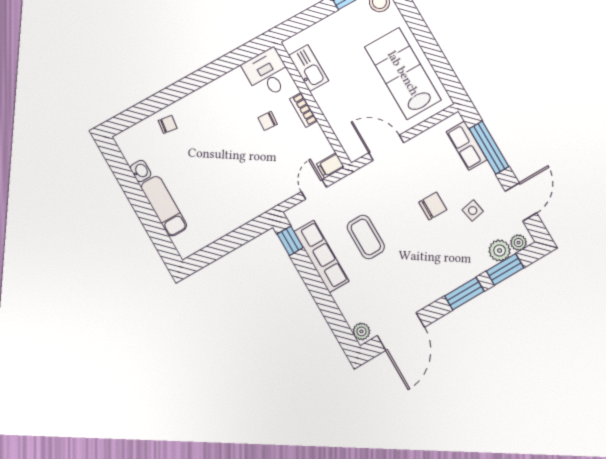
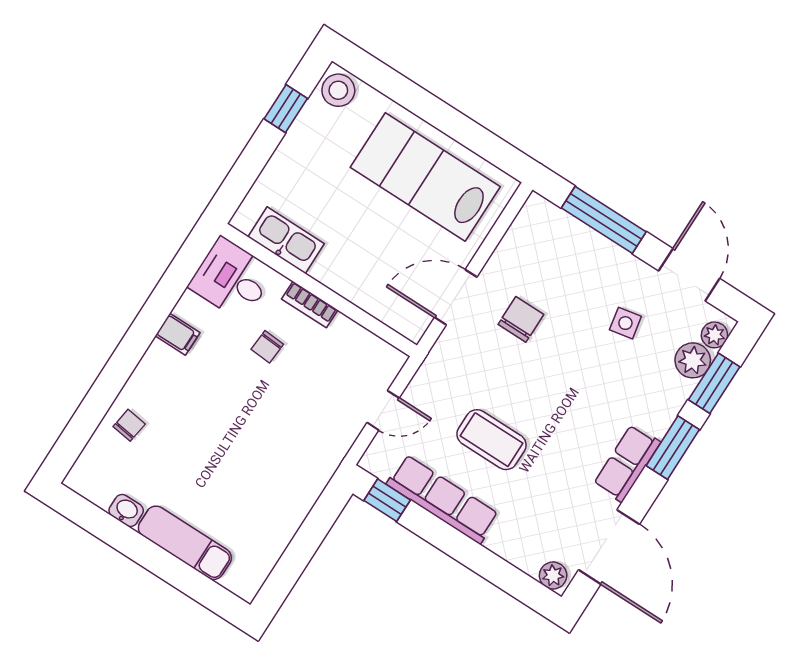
row of seats: (467, 146) -> (627, 463), moved, turned 90
filing cabinet: (330, 166) -> (178, 334), moved, turned -90
door: (314, 189) -> (383, 410), swing flipped
chair: (433, 206) -> (521, 319), moved

